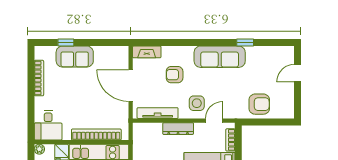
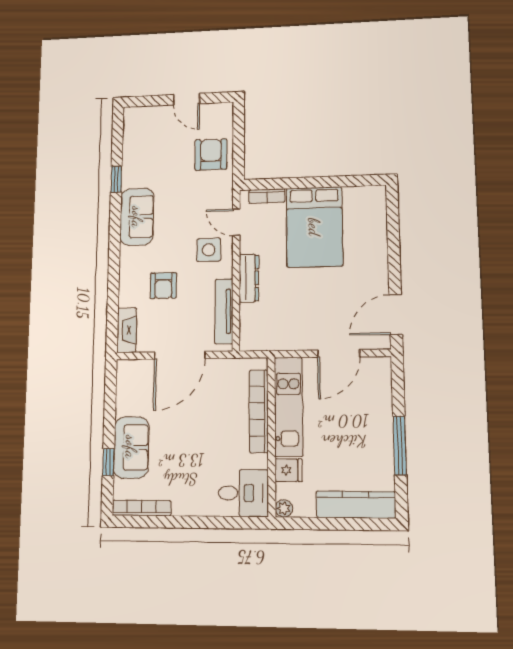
sofa: (220, 57) -> (137, 217), width x0.73
door: (298, 73) -> (187, 99), moved
bookcase: (39, 78) -> (142, 508), moved

